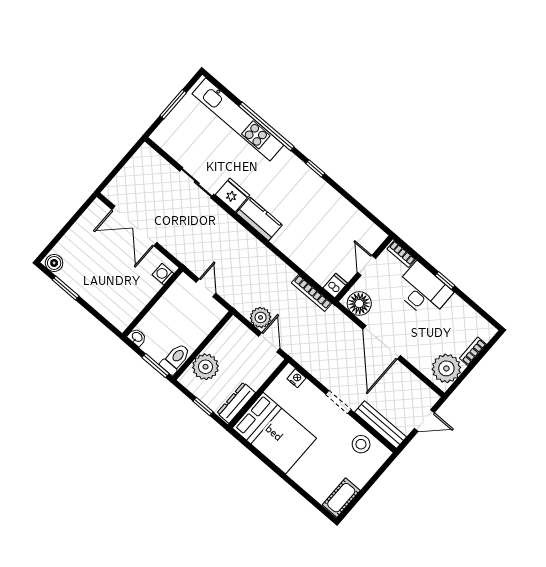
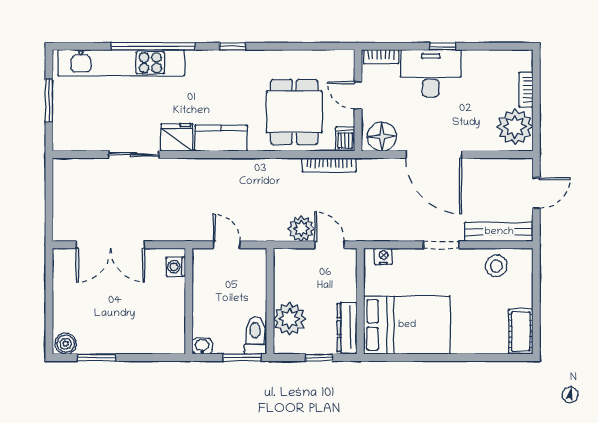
dining table: (318, 242) -> (294, 112), added

